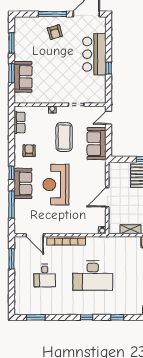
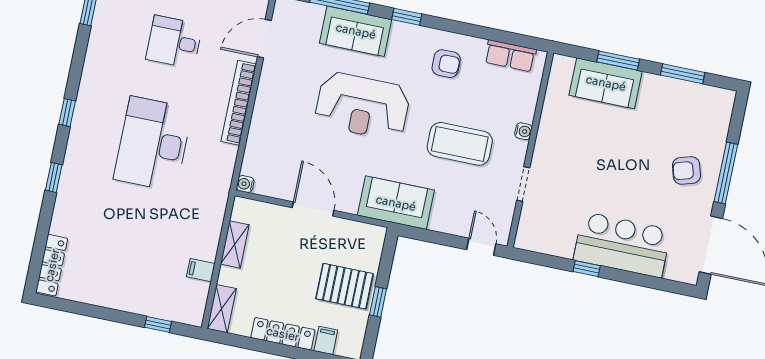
sofa: (97, 144) -> (396, 203), moved
sofa: (23, 183) -> (356, 31), moved
reception desk: (56, 185) -> (362, 106), turned 180

